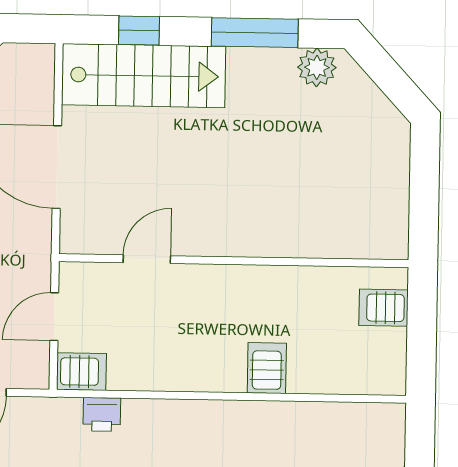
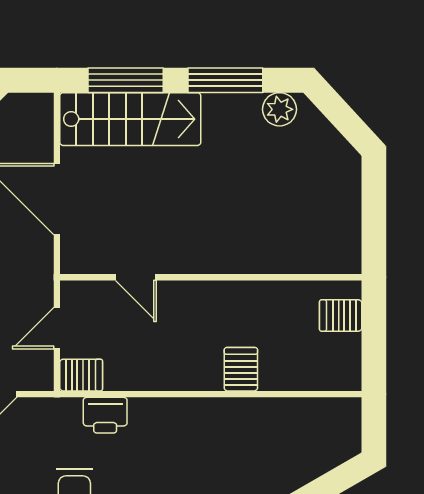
window: (139, 31) -> (126, 80), width x2.17
door: (147, 259) -> (136, 277), swing flipped
printer: (102, 414) -> (105, 415), width x1.36, depth x1.24

